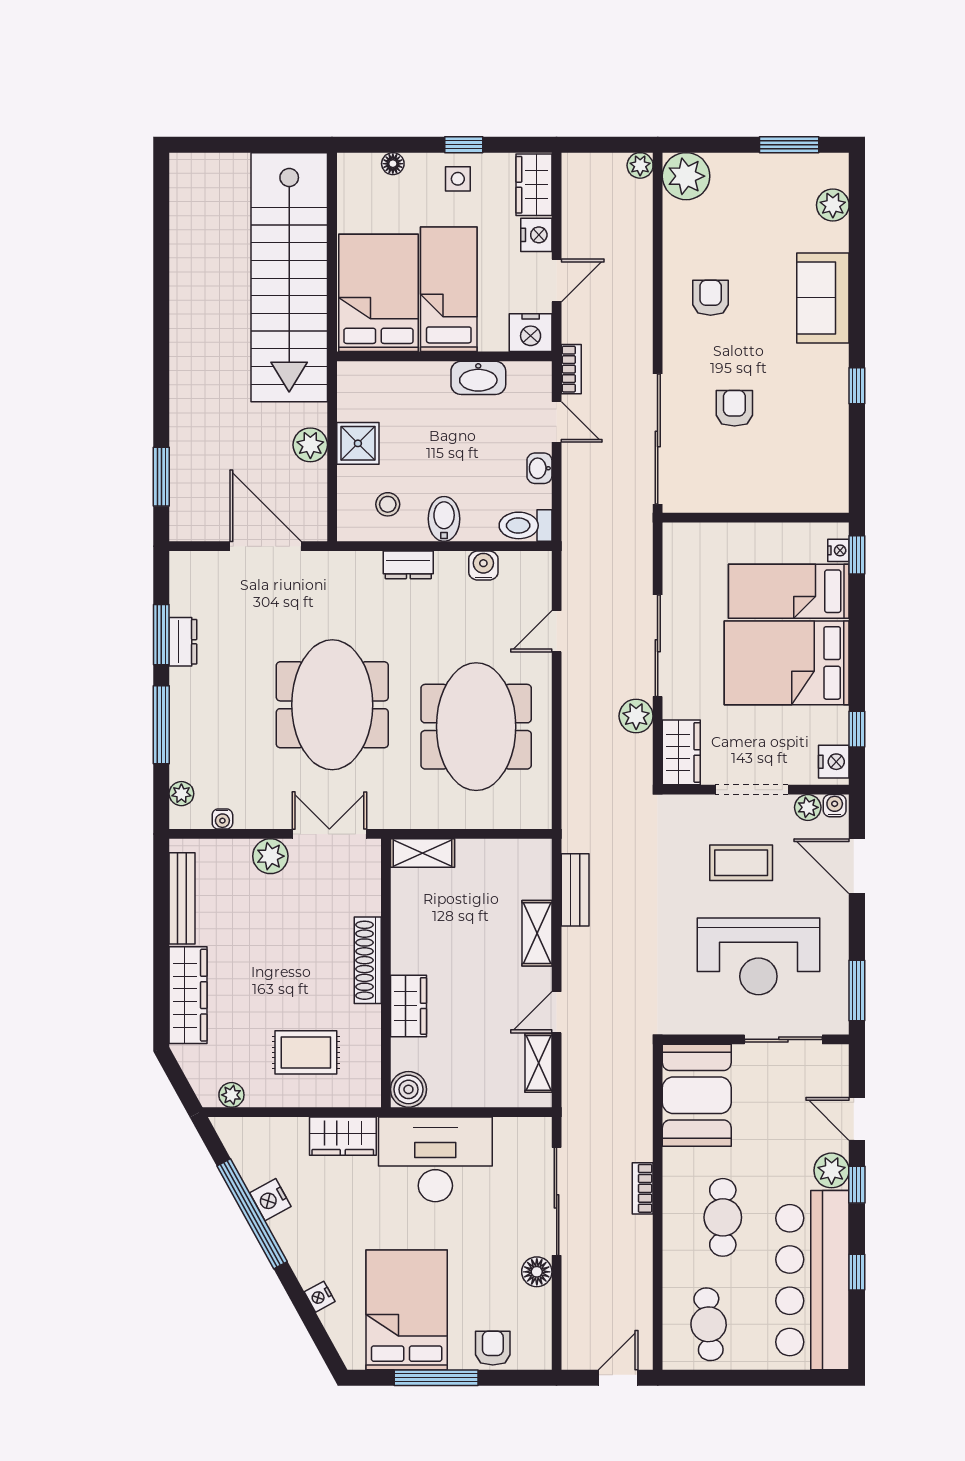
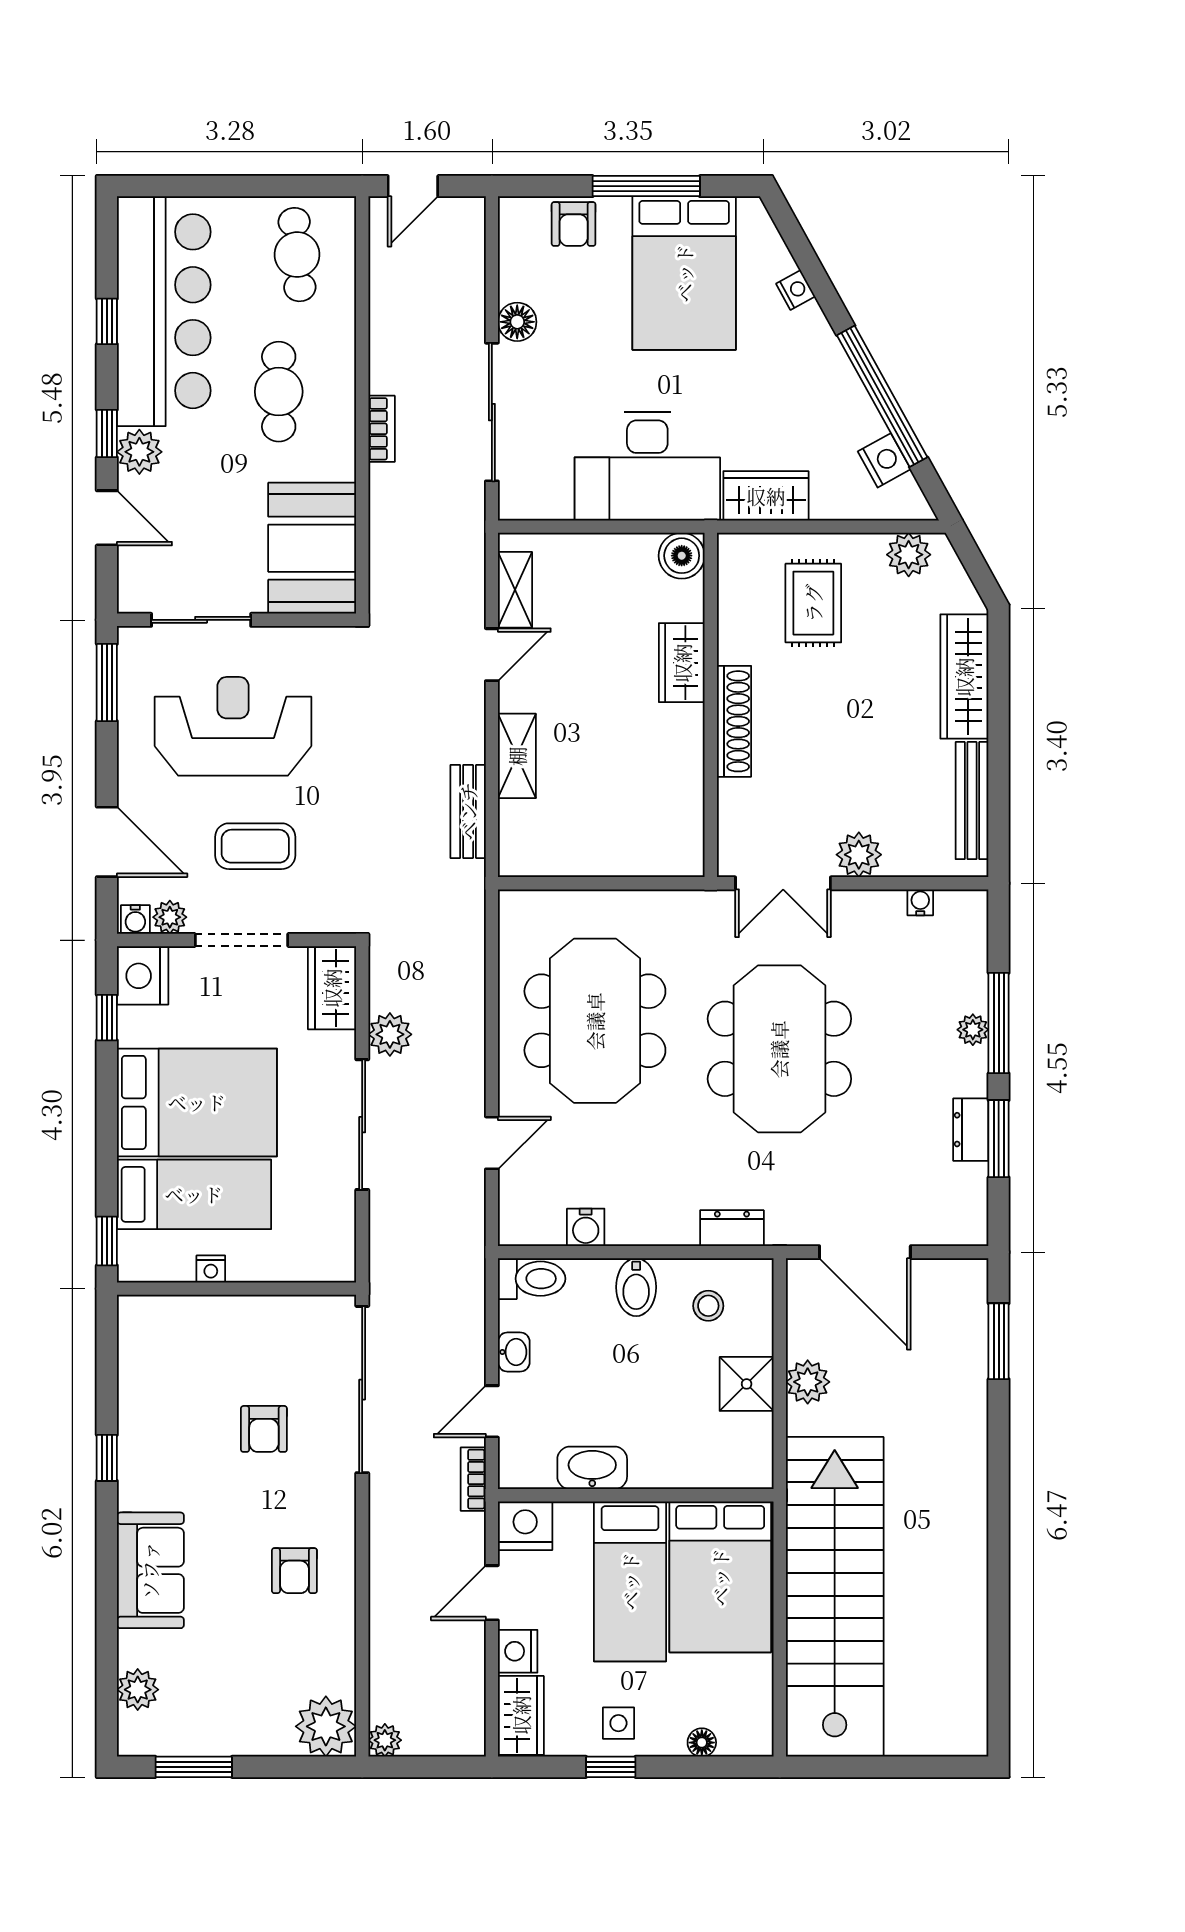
door: (557, 422) -> (492, 1411), hinge flipped
nightstand: (838, 550) -> (211, 1269), moved, turned -90
dresser: (408, 565) -> (732, 1228), moved
nightstand: (834, 762) -> (143, 976), width x1.36, depth x1.33
plant: (181, 794) -> (973, 1030), moved
shelving: (422, 853) -> (664, 859), removed
rug: (306, 1052) -> (813, 603), turned 90
plant: (231, 1095) -> (909, 555), width x1.38, depth x1.38
nightstand: (270, 1200) -> (884, 460), moved

